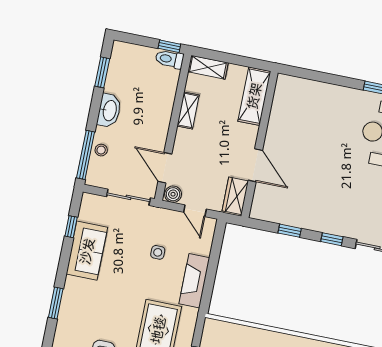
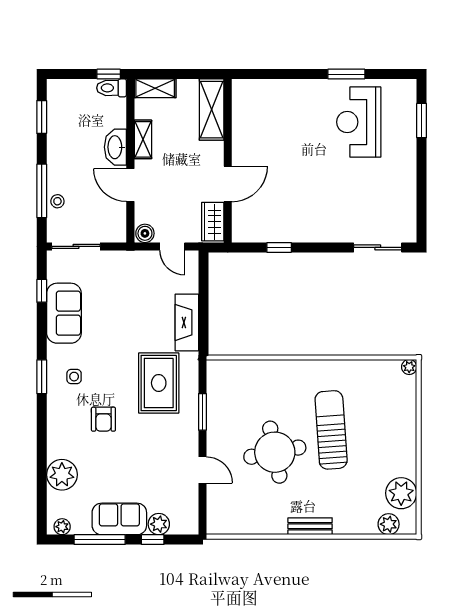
washbasin: (109, 111) -> (115, 147), moved, turned 180
window: (86, 155) -> (42, 191), moved
door: (255, 165) -> (228, 184), hinge flipped
door: (165, 168) -> (130, 185), moved
sliding door: (128, 197) -> (76, 246), moved
window: (332, 239) -> (327, 247), removed
side table: (158, 252) -> (74, 377), moved

